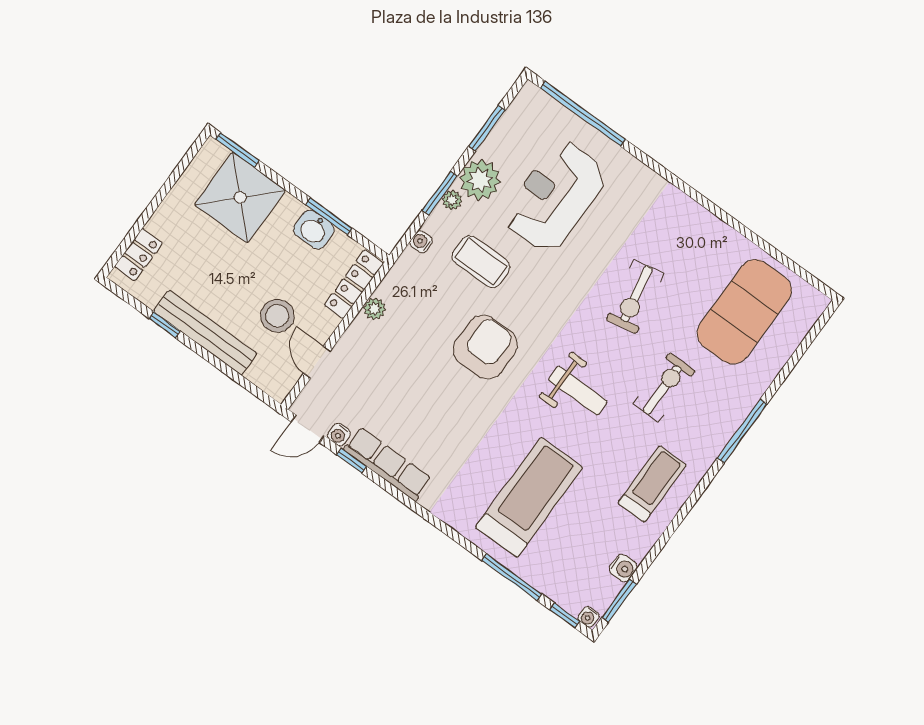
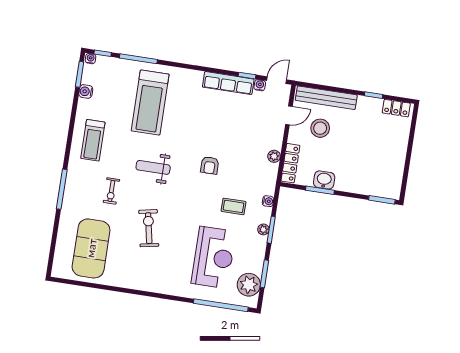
plant: (480, 180) -> (249, 285), moved
shower: (240, 197) -> (369, 177), removed
locker: (138, 255) -> (396, 108), moved, turned -90
coffee table: (481, 262) -> (233, 206), width x0.73, depth x0.77
bench: (205, 333) -> (326, 98), moved
armchair: (485, 347) -> (210, 165), width x0.53, depth x0.53
door: (317, 362) -> (289, 115), hinge flipped
exercise bike: (664, 387) -> (111, 191), width x0.73, depth x0.72

